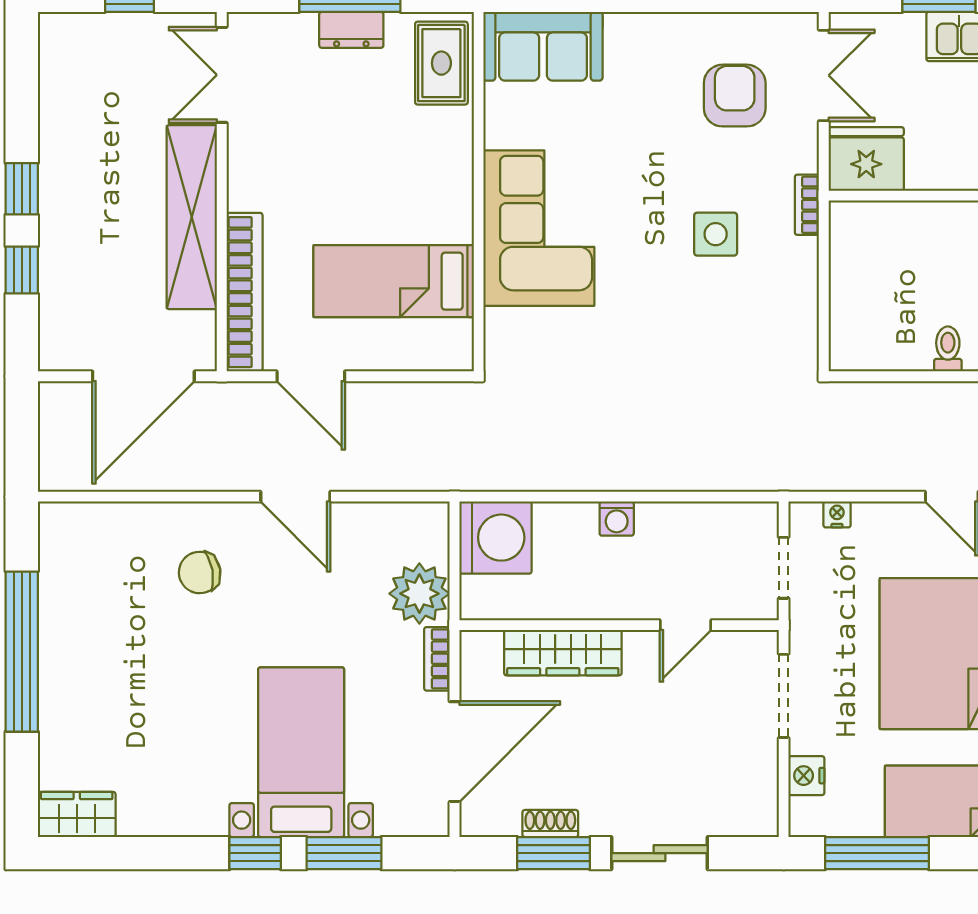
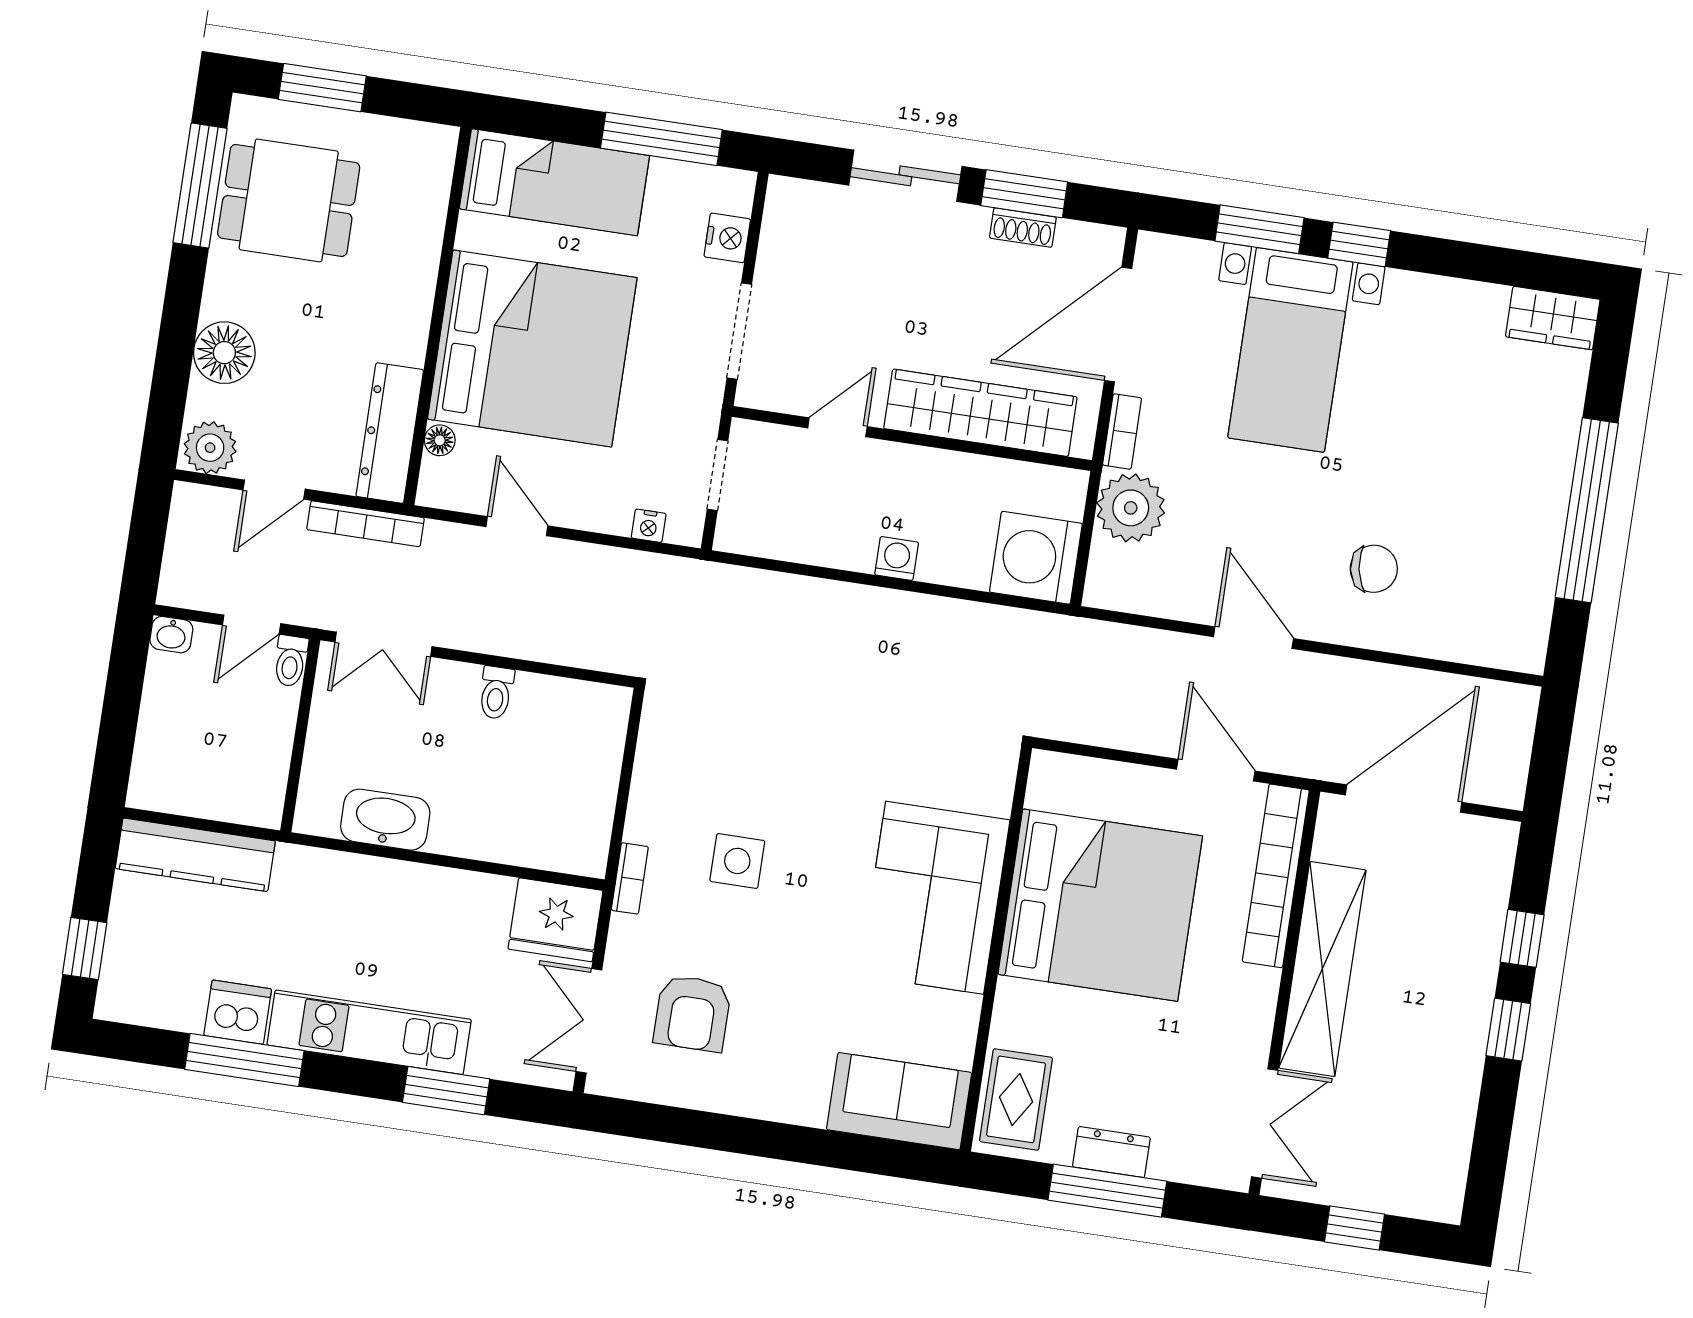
bed: (394, 281) -> (1100, 905), width x2.04
wardrobe: (563, 653) -> (980, 413), width x1.40, depth x1.17

